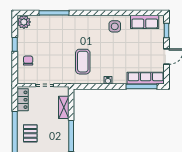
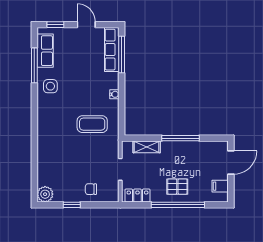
window: (54, 13) -> (34, 65), moved

